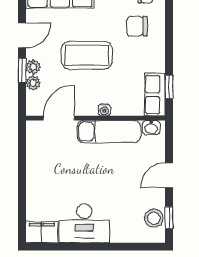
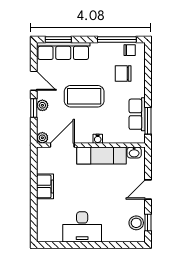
door: (22, 35) -> (34, 81), hinge flipped
plant: (33, 83) -> (42, 138), moved
window: (169, 87) -> (148, 121), width x1.50
row of seats: (155, 95) -> (137, 114), moved
filing cabinet: (42, 232) -> (45, 186), moved, turned 90

